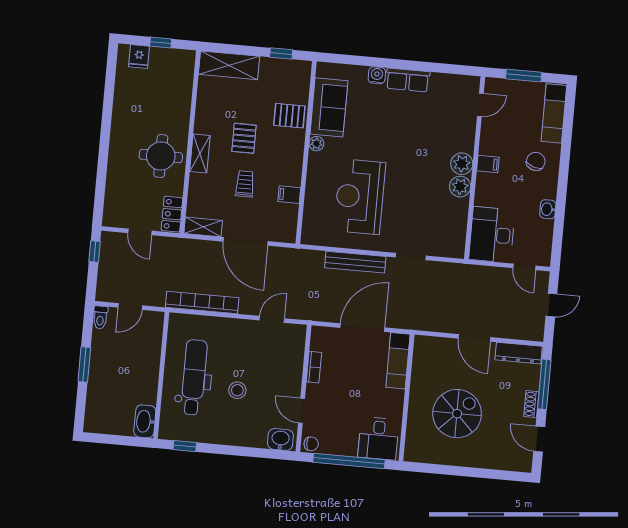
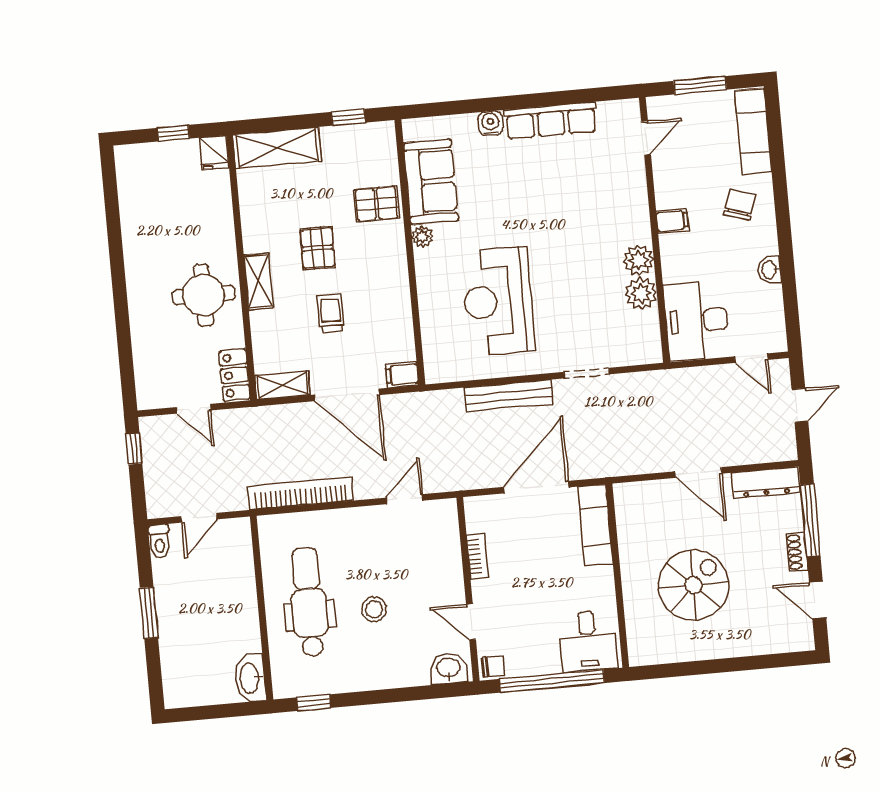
fridge: (139, 57) -> (214, 153), moved
row of seats: (408, 80) -> (551, 121), width x1.48
plant: (462, 164) -> (641, 293), moved
filing cabinet: (289, 195) -> (402, 375), moved

